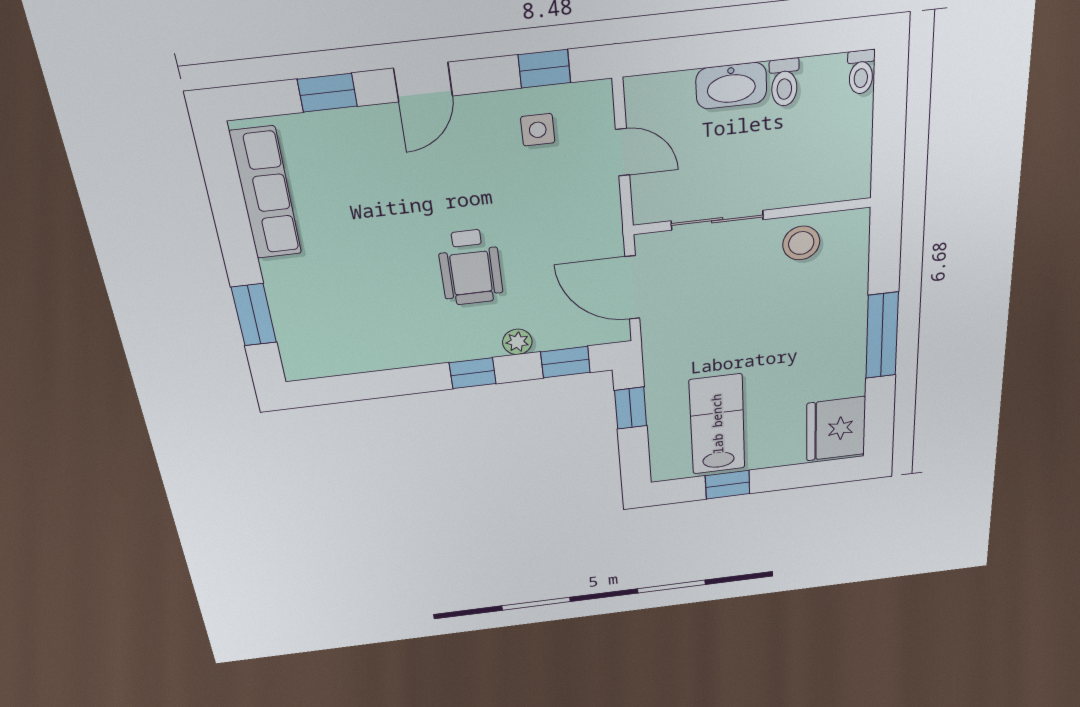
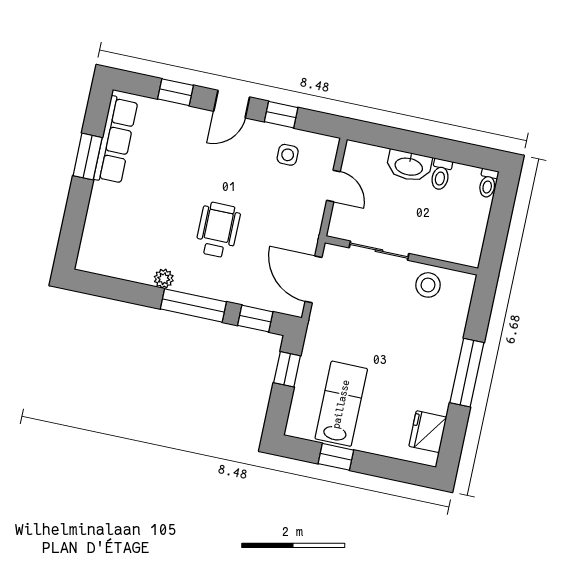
window: (544, 69) -> (281, 115), moved
wheelchair: (470, 267) -> (218, 230), turned 180
window: (254, 315) -> (88, 157), moved
plant: (517, 342) -> (164, 279), moved
window: (473, 373) -> (193, 305), width x2.17
fridge: (836, 429) -> (428, 432), width x0.73, depth x0.75

